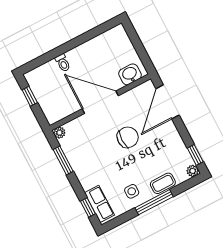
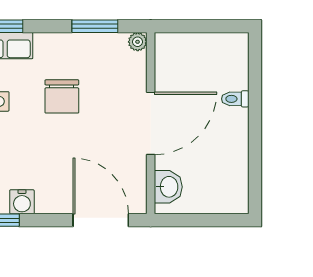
window: (30, 96) -> (212, 26), removed
chair: (128, 137) -> (62, 96), moved
water cooler: (180, 150) -> (22, 202), added

